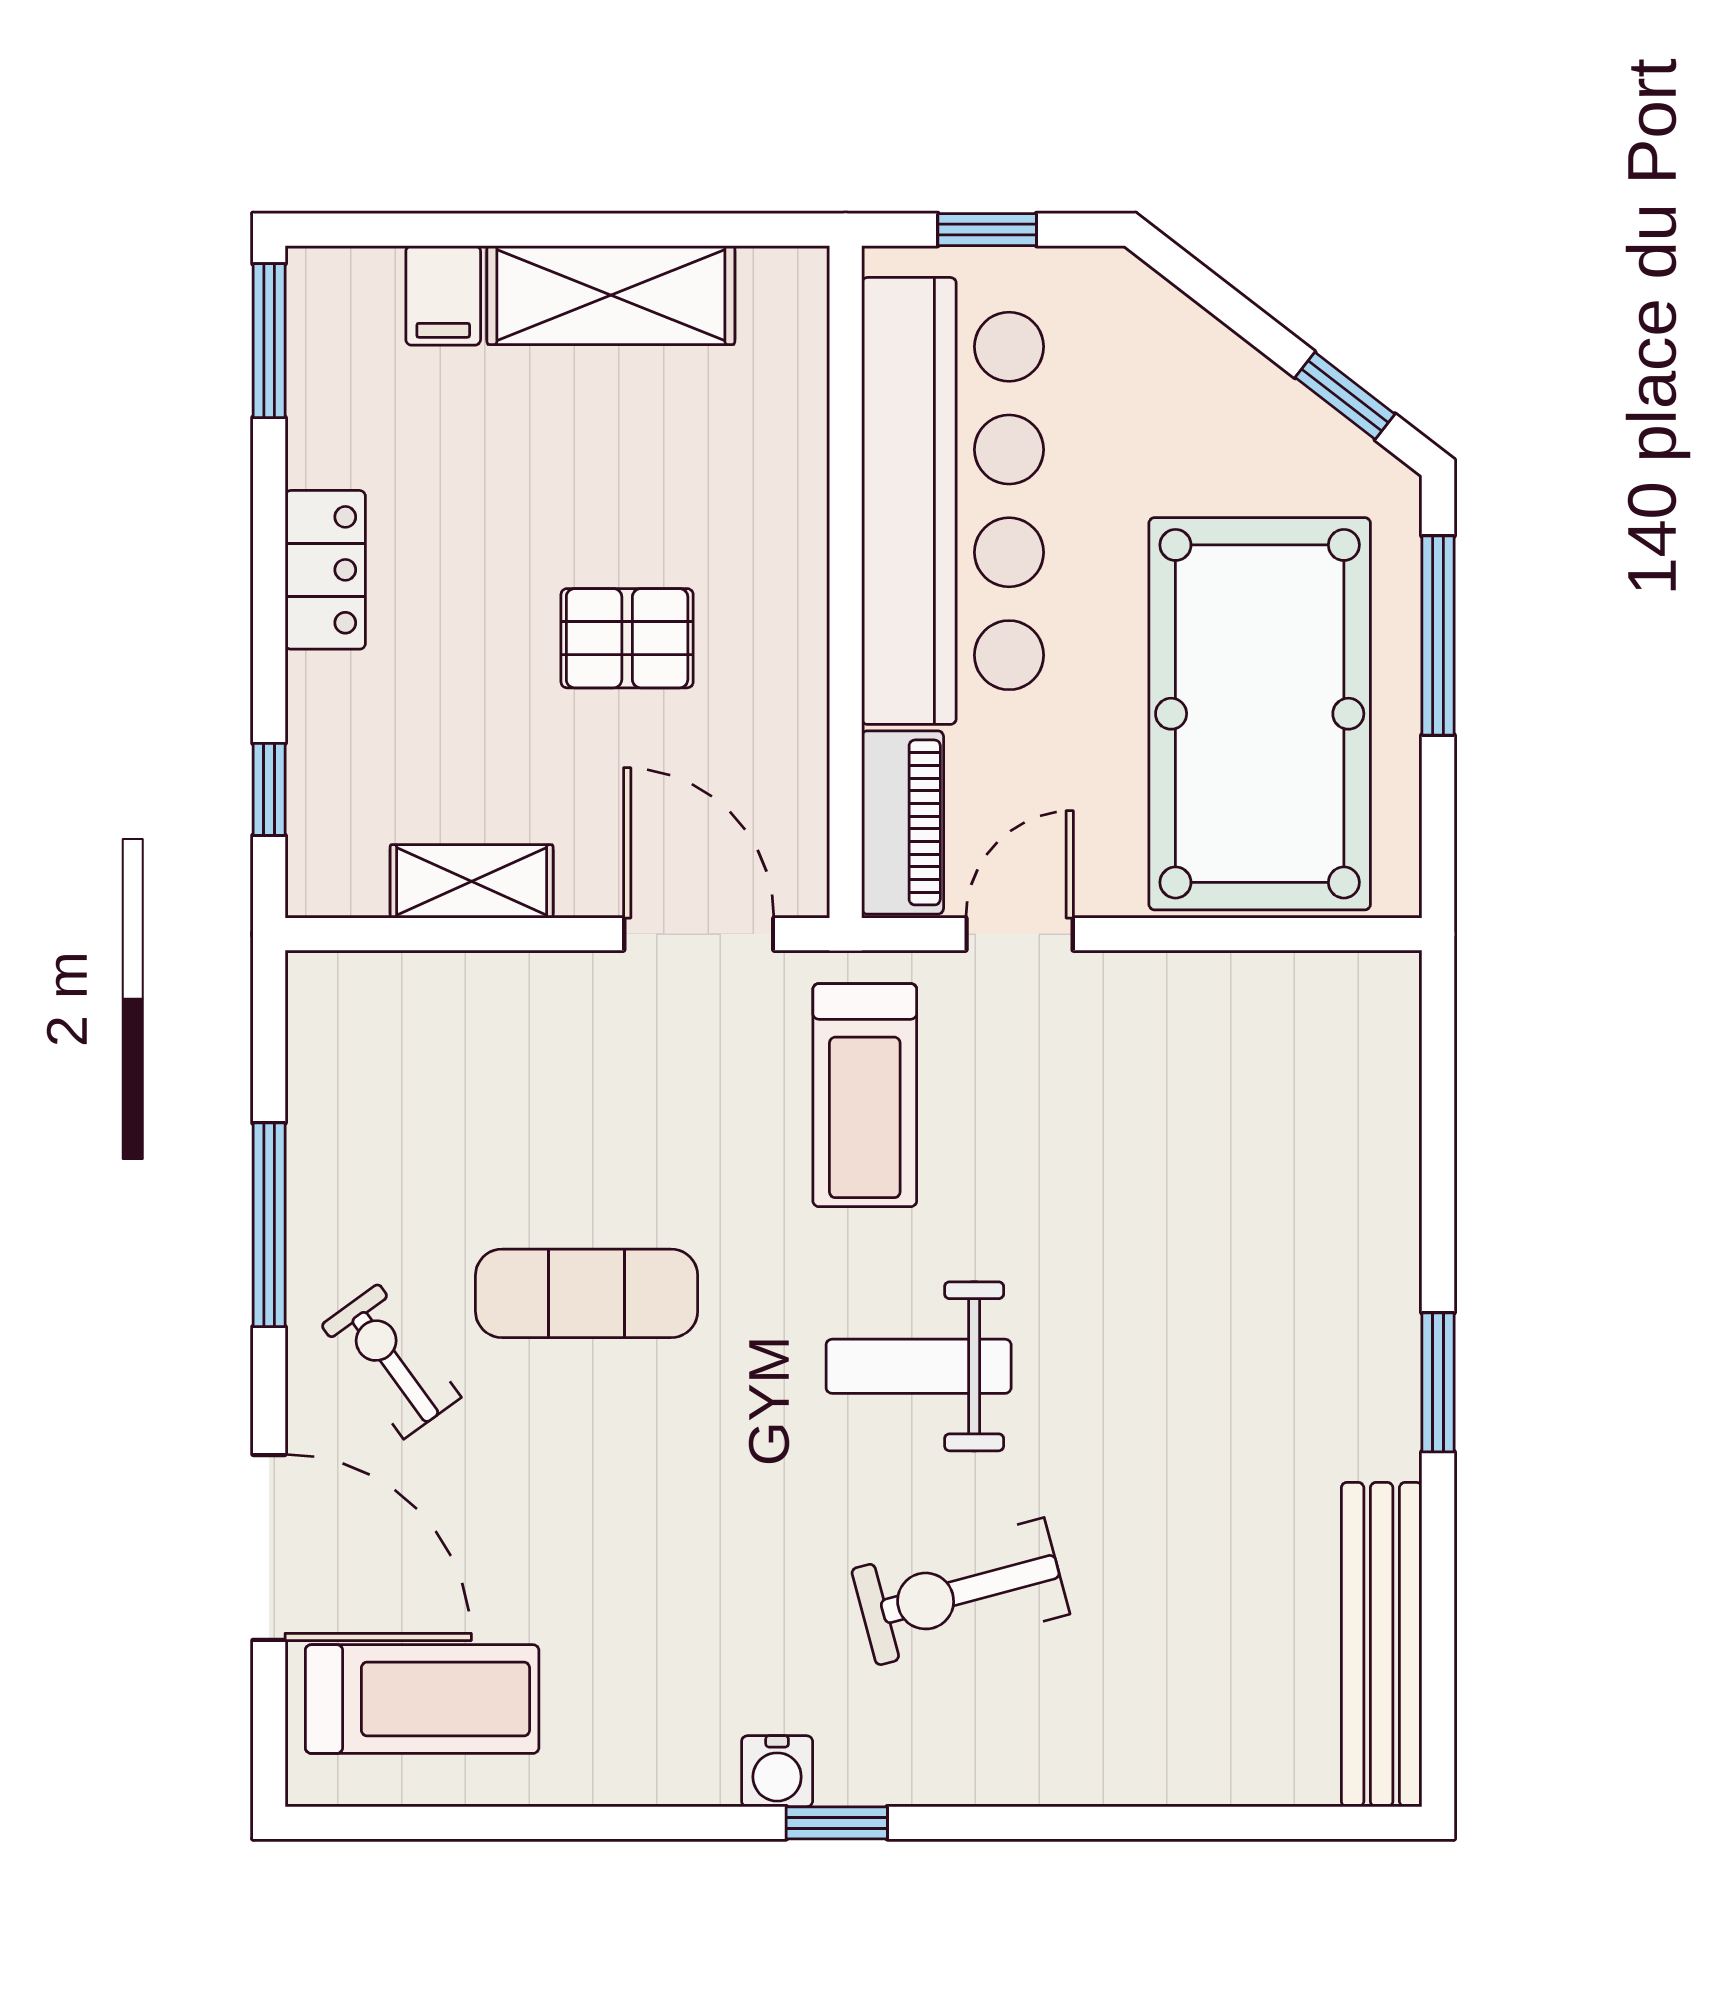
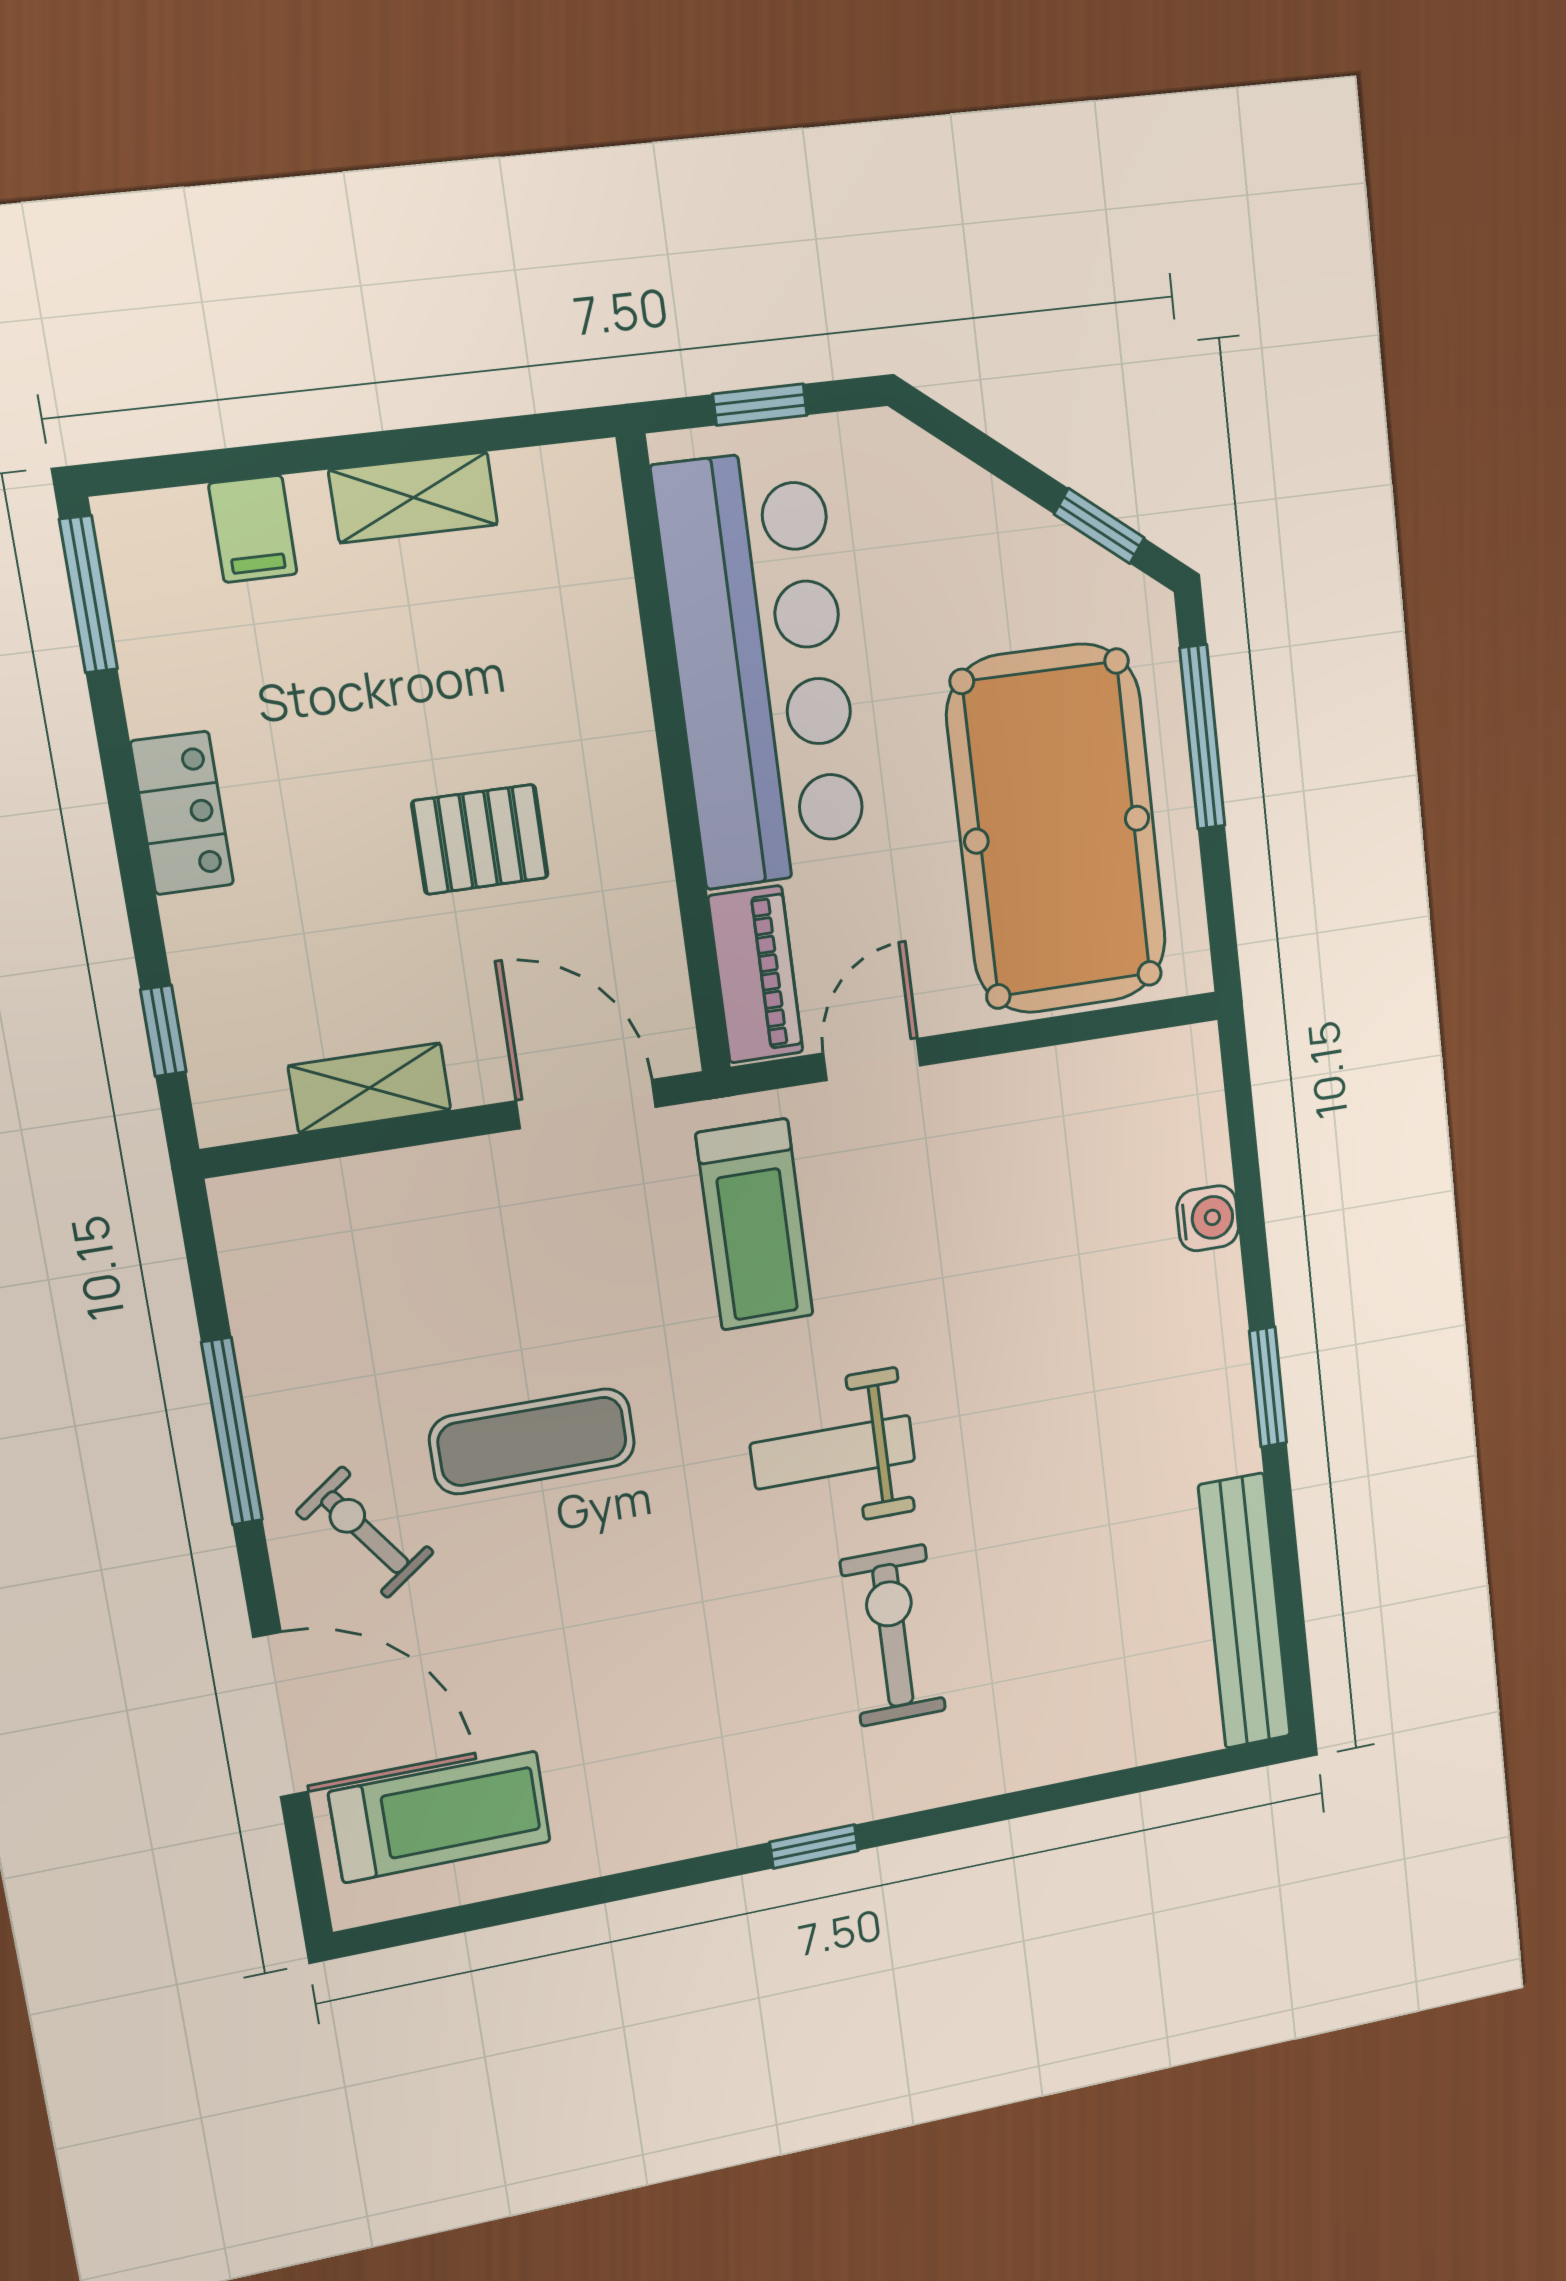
shelving: (611, 295) -> (413, 497), width x0.67, depth x0.75
exercise bike: (960, 1592) -> (893, 1636), turned 105
water cooler: (777, 1771) -> (1208, 1218), moved, turned -90

